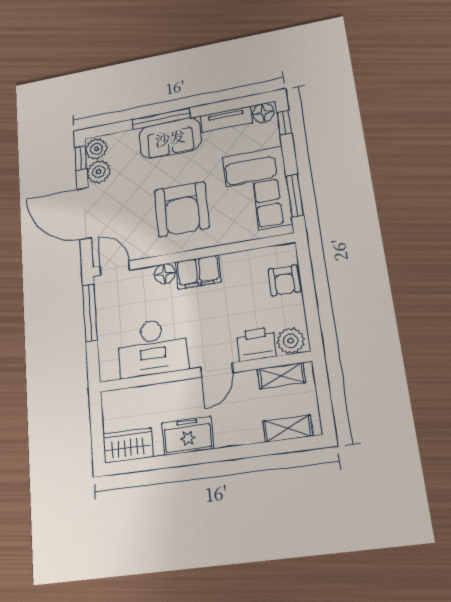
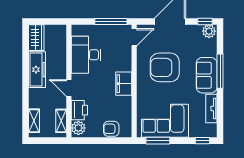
floor lamp: (263, 113) -> (211, 130), removed
plant: (99, 172) -> (194, 32), removed
armchair: (182, 209) -> (165, 67), moved
floor lamp: (165, 274) -> (126, 65), removed
freezer: (188, 436) -> (37, 70), width x1.40

